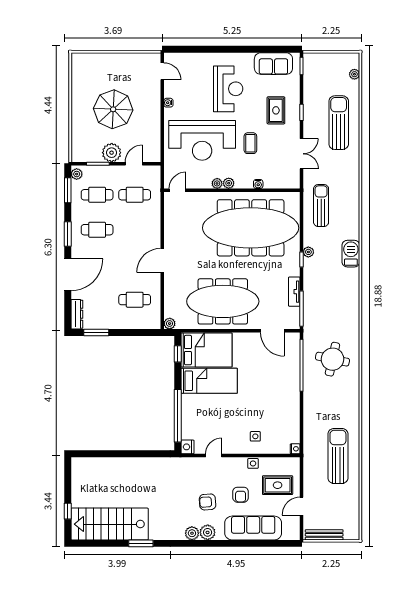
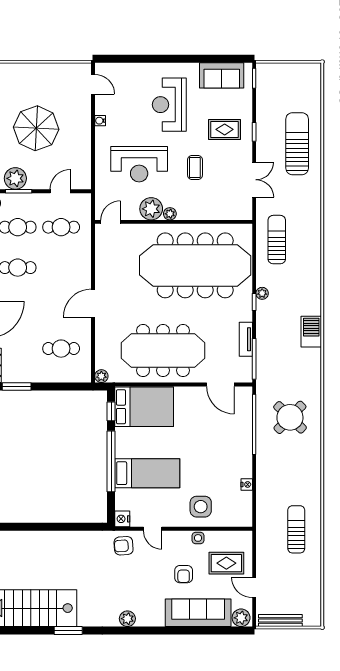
plant: (354, 74) -> (315, 88), removed
reception desk: (228, 89) -> (169, 105), turned 180
rug: (276, 110) -> (225, 129), turned 90
reception desk: (202, 140) -> (139, 164), width x0.74, depth x0.77
plant: (112, 153) -> (15, 178), moved
plant: (217, 183) -> (151, 209), width x1.87, depth x1.87
water cooler: (258, 184) -> (204, 215), removed
barbecue: (351, 254) -> (311, 332), moved
round table: (332, 359) -> (290, 417), turned 32
bed: (209, 381) -> (147, 473), moved
window: (178, 416) -> (111, 461), moved
side table: (255, 436) -> (201, 507), width x1.87, depth x1.87
nightstand: (295, 449) -> (247, 484), moved
door: (214, 455) -> (153, 529), swing flipped
sun lounger: (338, 456) -> (296, 529), width x0.73, depth x0.75
armchair: (208, 502) -> (124, 546), moved
door: (302, 506) -> (254, 587), hinge flipped
plant: (208, 532) -> (241, 618), moved

